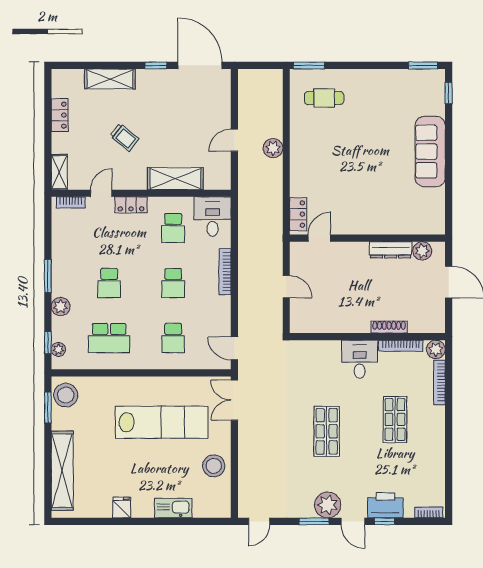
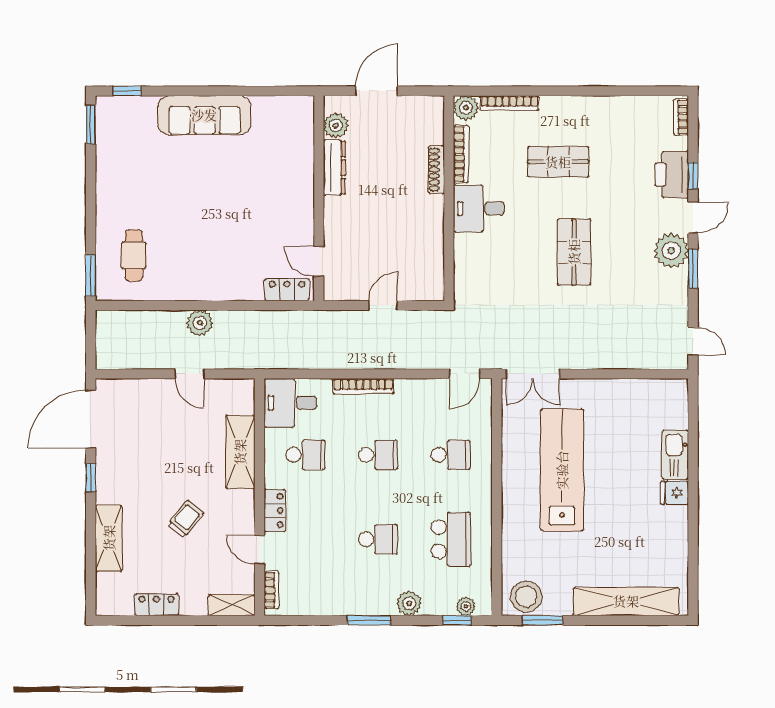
shop shelf: (327, 431) -> (574, 252), turned 90
stool: (214, 466) -> (620, 401), removed
fridge: (122, 507) -> (675, 493), moved

